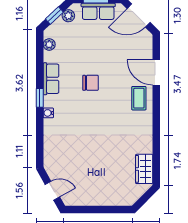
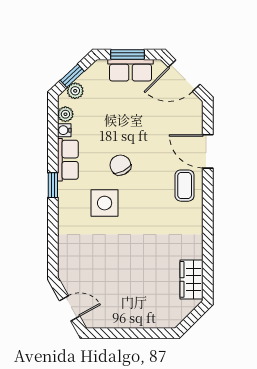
plant: (68, 16) -> (75, 91), moved
chair: (91, 83) -> (120, 165), turned -117
side table: (79, 111) -> (105, 203), added
water cooler: (48, 113) -> (64, 130), moved

